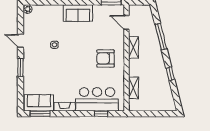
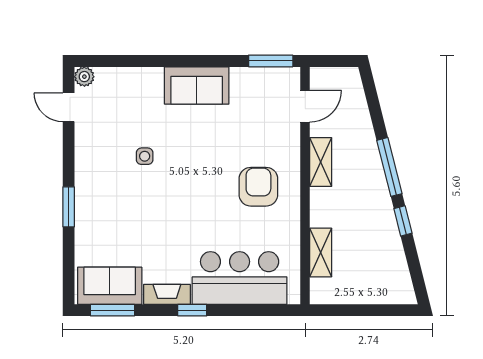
door: (126, 22) -> (305, 106), swing flipped
window: (161, 37) -> (389, 167), moved
door: (21, 41) -> (69, 107), moved
armchair: (106, 58) -> (258, 187), turned 90
window: (101, 114) -> (192, 310), moved

